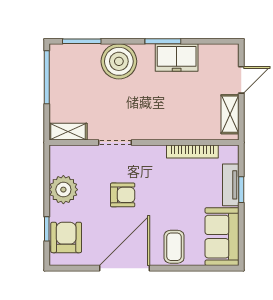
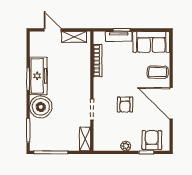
freezer: (177, 57) -> (38, 76), width x1.40
plant: (63, 190) -> (126, 146), width x0.53, depth x0.53
armchair: (123, 195) -> (125, 104), turned 180
armchair: (66, 237) -> (152, 140), turned 90

